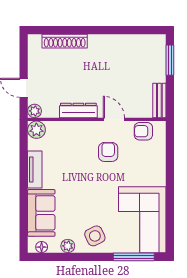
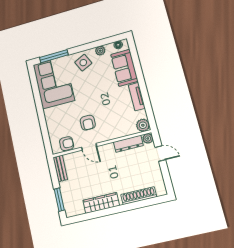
wardrobe: (115, 43) -> (101, 203), added
dresser: (78, 110) -> (128, 144), moved

